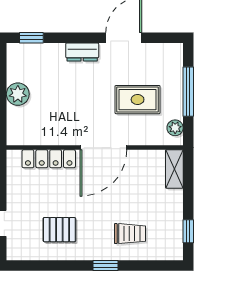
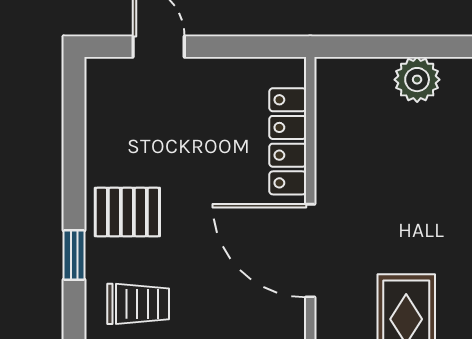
pallet: (59, 230) -> (127, 212), moved, turned 90
trolley: (130, 234) -> (138, 304), turned -90

